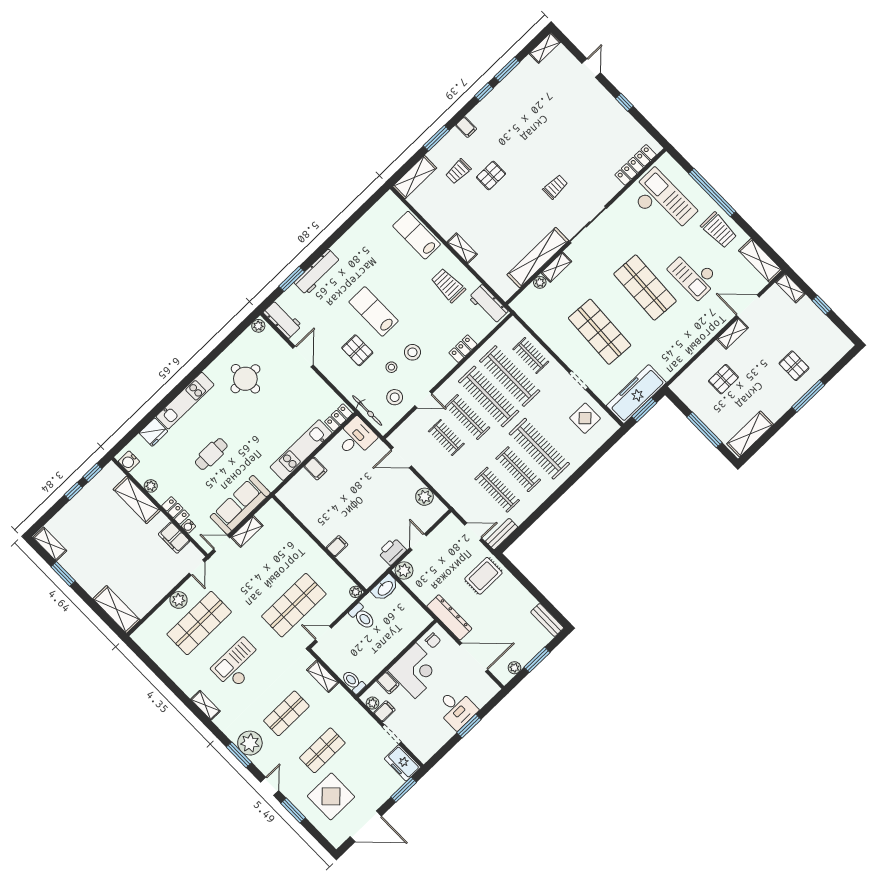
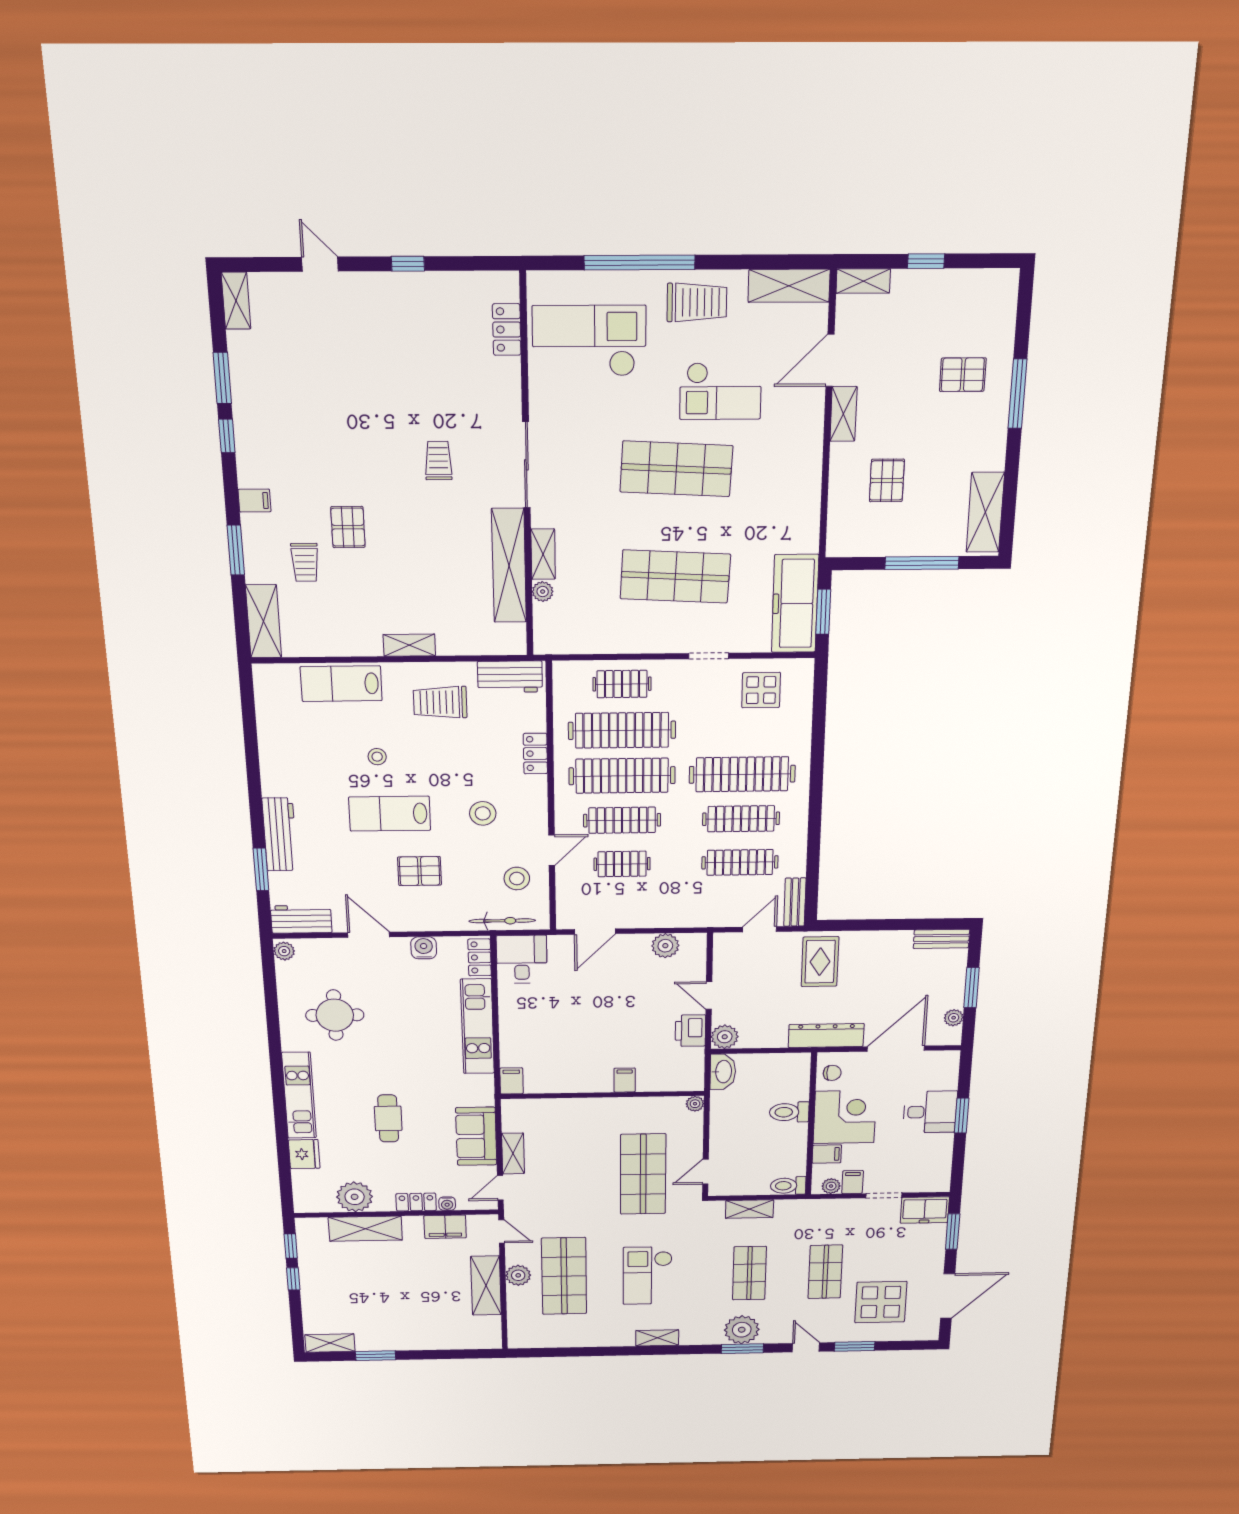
locker: (636, 165) -> (507, 329), width x0.66
stool: (391, 367) -> (377, 757), moved
water cooler: (129, 461) -> (424, 948), moved, turned 180
filing cabinet: (315, 469) -> (511, 1081), moved, turned -90
plant: (151, 486) -> (355, 1197), width x1.88, depth x1.88
sofa: (240, 505) -> (476, 1136), width x0.73
shelving: (117, 609) -> (486, 1286), moved, turned 90
toilet: (362, 617) -> (789, 1112), moved, turned 180

